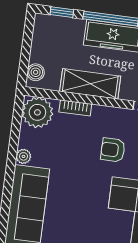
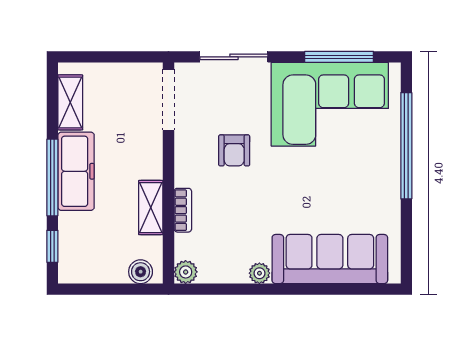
shelving: (90, 84) -> (151, 208), width x0.67, depth x0.75
plant: (37, 112) -> (186, 272), width x0.53, depth x0.53

